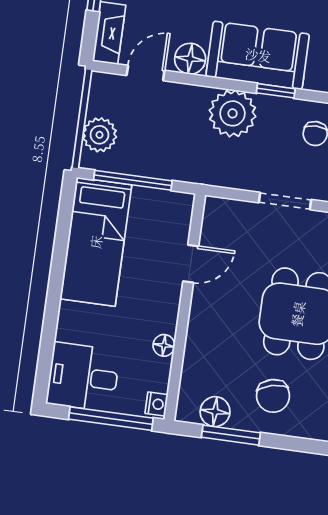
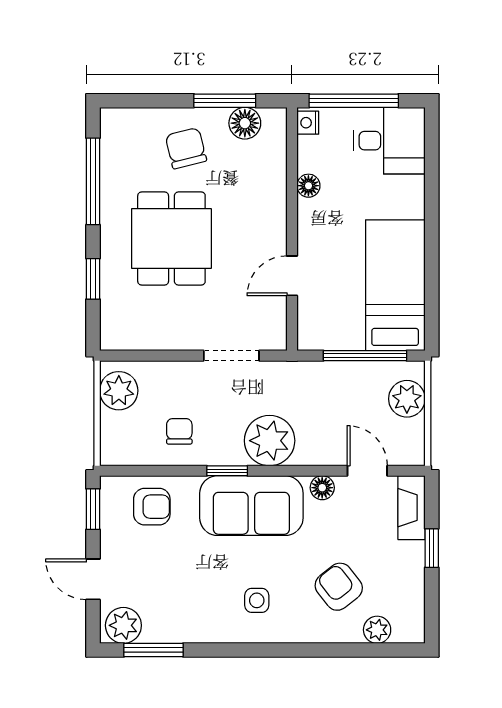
floor lamp: (190, 59) -> (322, 488), width x0.73, depth x0.73
door: (146, 73) -> (367, 471), swing flipped
doorway: (285, 201) -> (231, 356), moved

